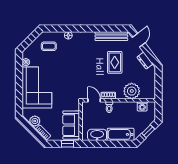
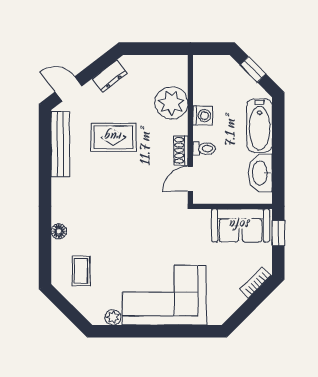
washing machine: (142, 106) -> (203, 116), moved
plant: (35, 121) -> (232, 299), removed

